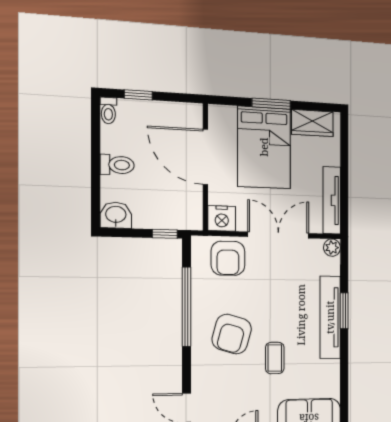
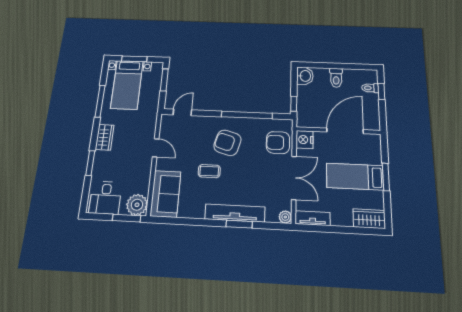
toilet: (108, 111) -> (370, 88), moved
wardrobe: (312, 123) -> (369, 219), moved, turned 90
bed: (264, 147) -> (355, 177), width x0.67
tv unit: (332, 200) -> (313, 218), width x0.71

